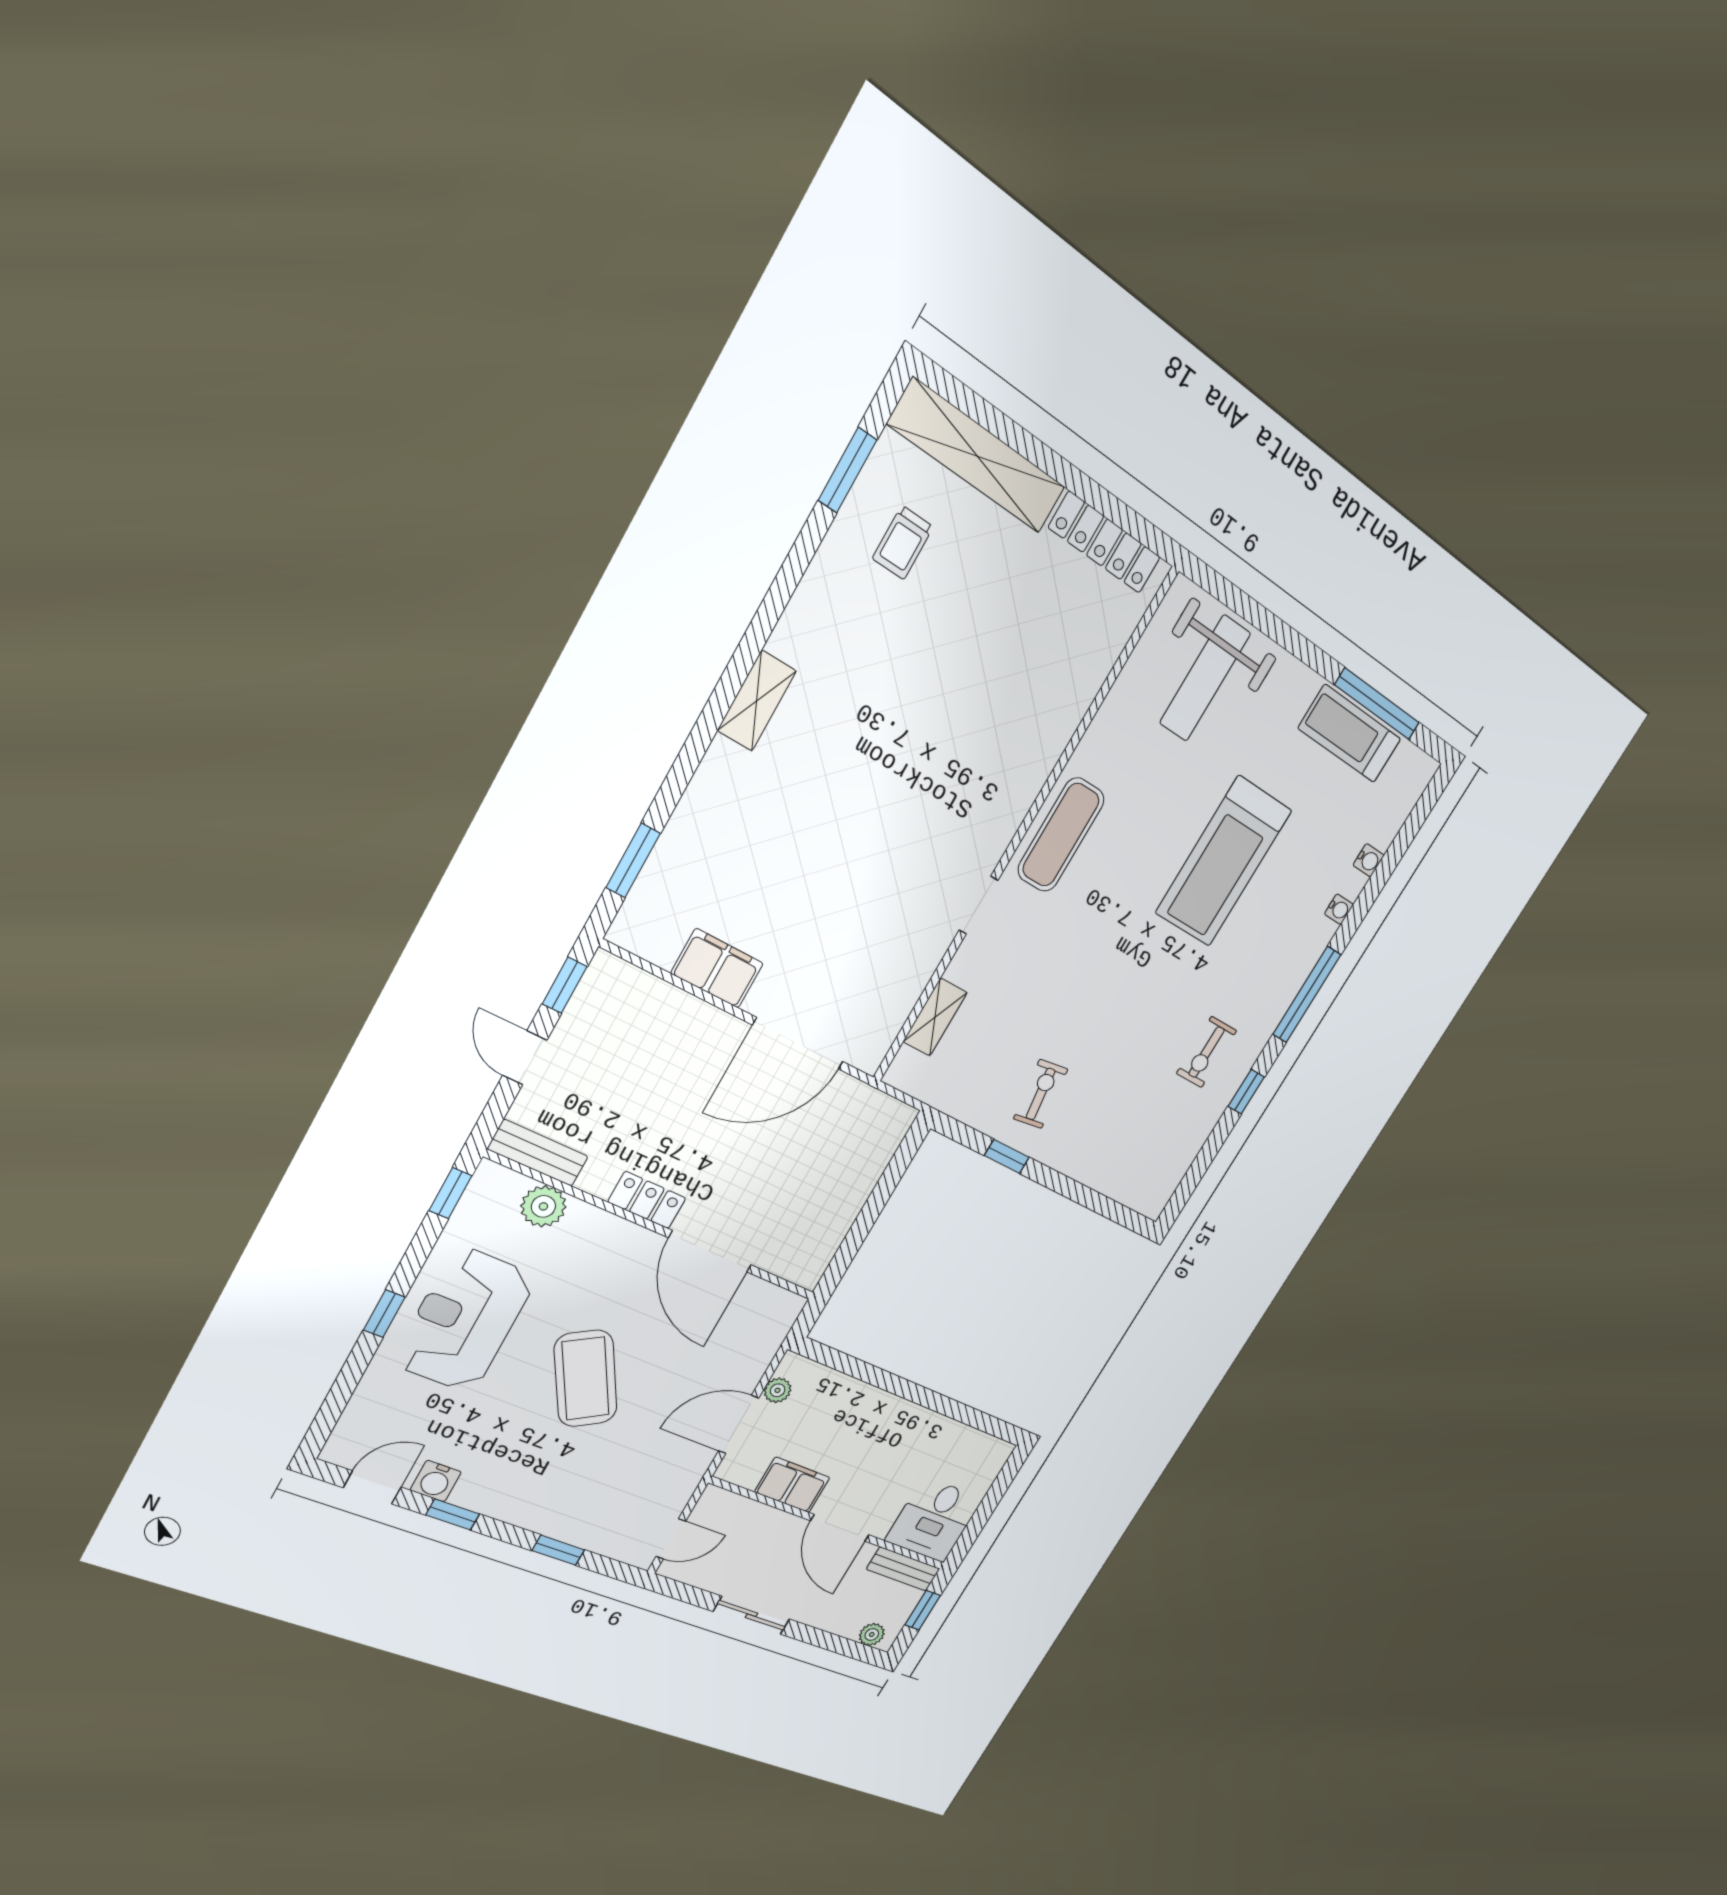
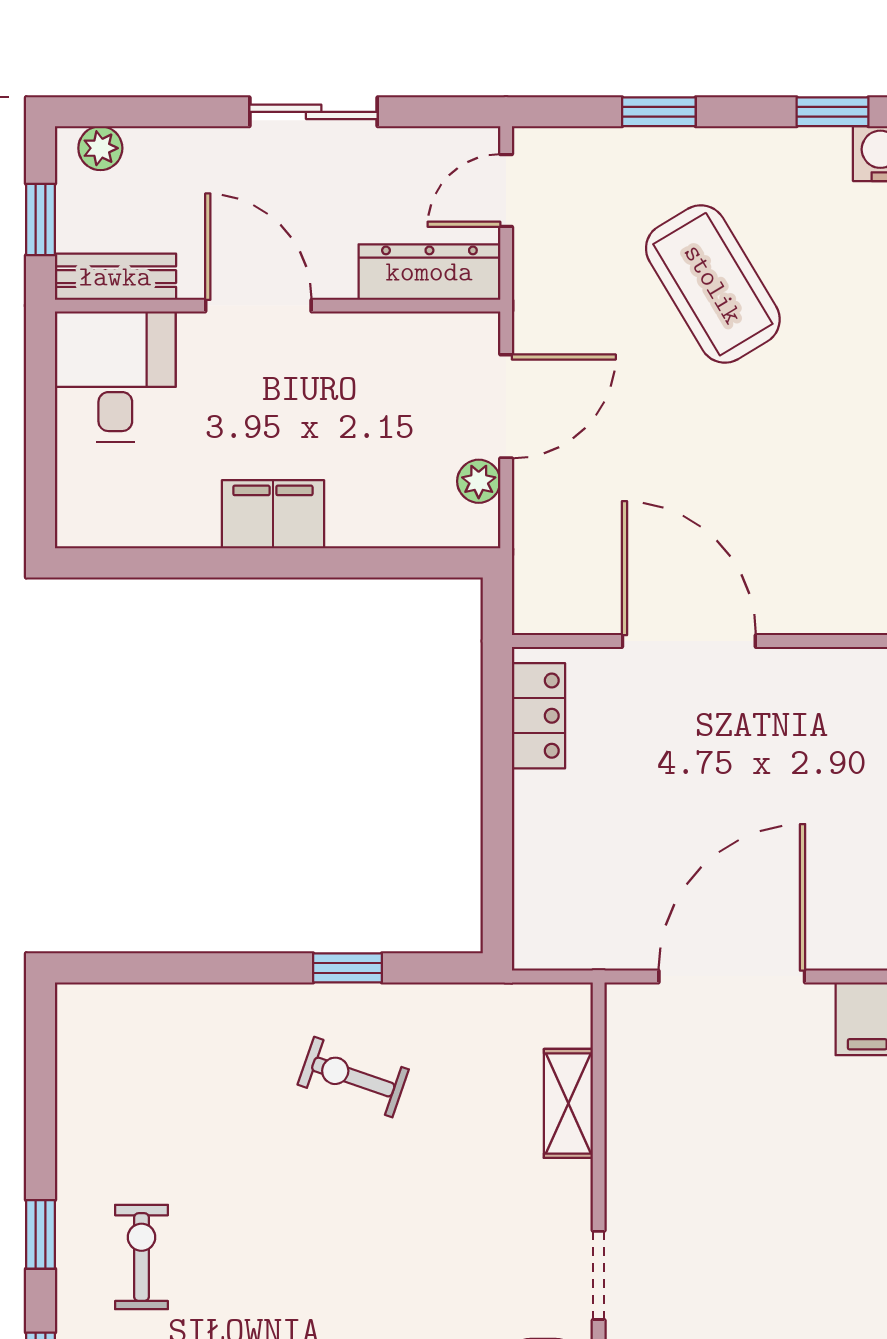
exercise bike: (1041, 1094) -> (353, 1077), turned 117
locker: (647, 1200) -> (538, 716), moved, turned -90
coffee table: (586, 1379) -> (713, 284), moved
filing cabinet: (792, 1485) -> (273, 514), moved, turned 180
dresser: (739, 1511) -> (429, 272), added

